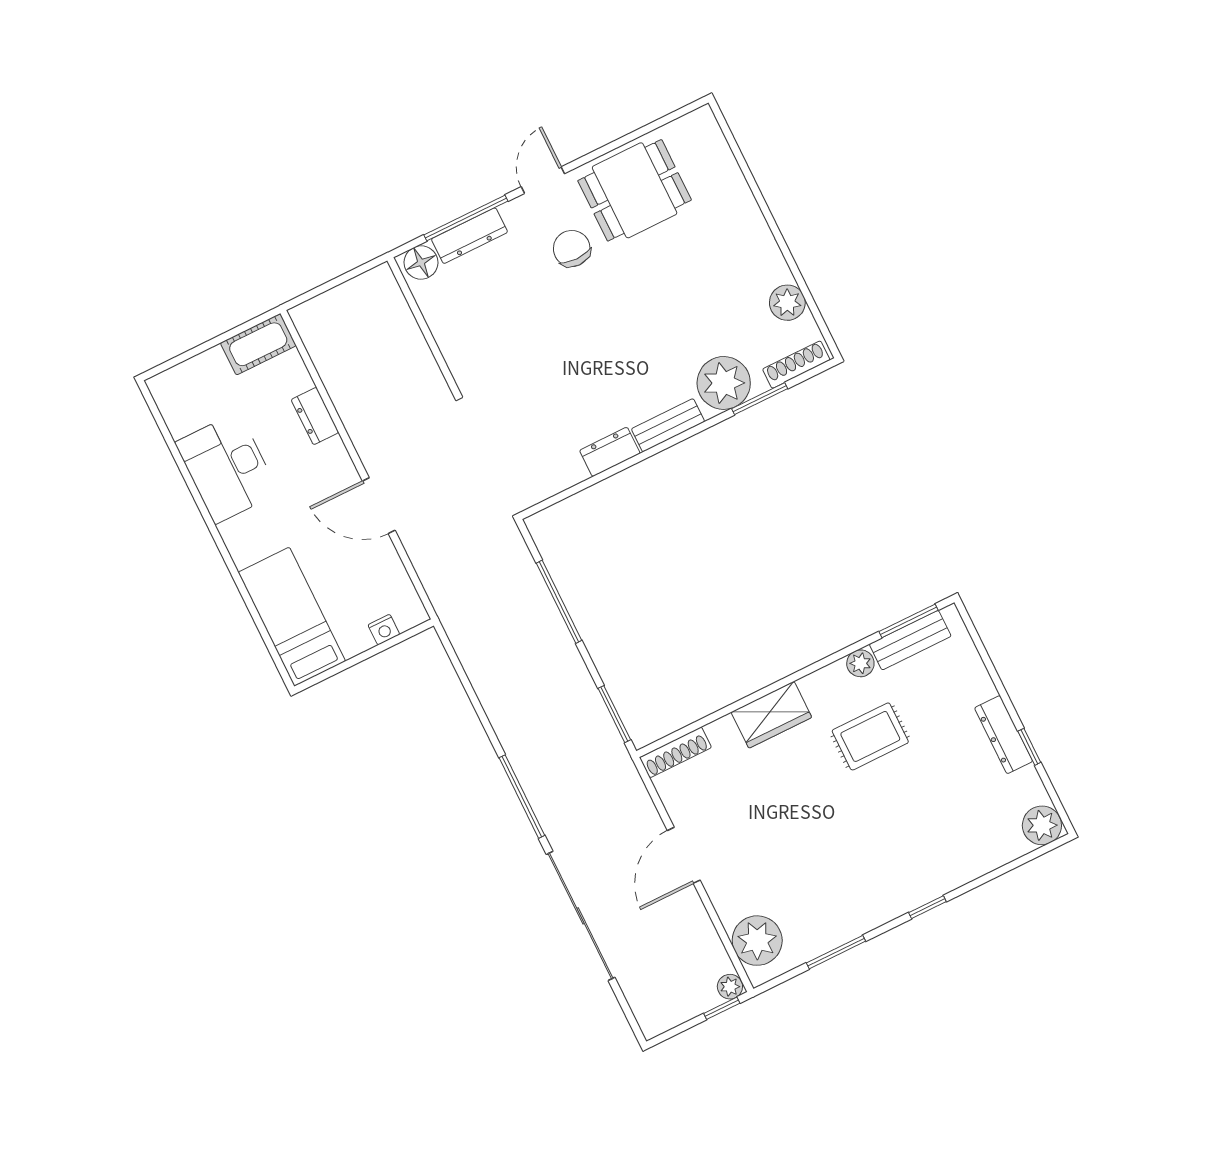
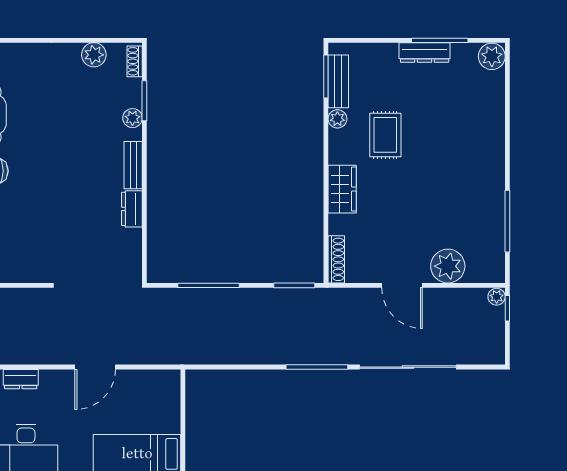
shoe rack: (796, 365) -> (135, 61), width x0.70
plant: (724, 383) -> (132, 118), width x0.53, depth x0.53
nightstand: (384, 630) -> (173, 401), removed
window: (1029, 747) -> (440, 40), width x2.17
window: (927, 907) -> (507, 151), removed
plant: (757, 941) -> (448, 266), moved
window: (836, 952) -> (507, 221), width x1.44

